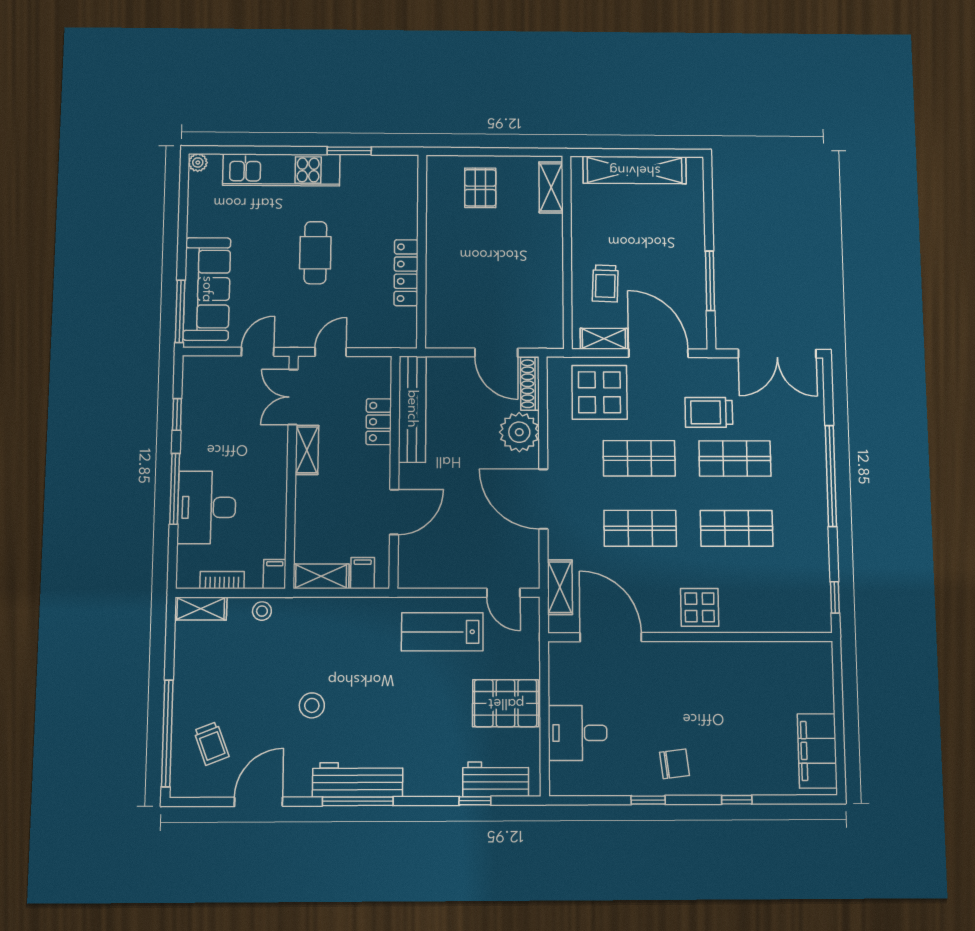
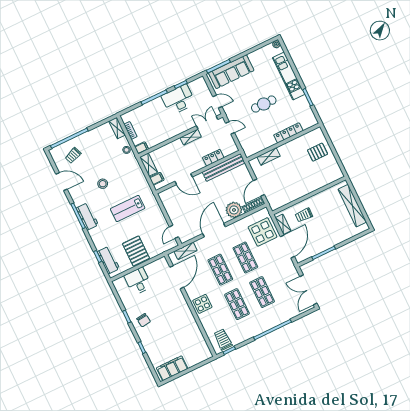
shelving: (551, 187) -> (269, 156), moved
locker: (406, 273) -> (288, 133), moved
trolley: (709, 412) -> (223, 340), moved
desk: (207, 507) -> (178, 100), moved
lab bench: (442, 632) -> (128, 209), moved, turned -90
workbench: (358, 780) -> (87, 216), width x0.73

